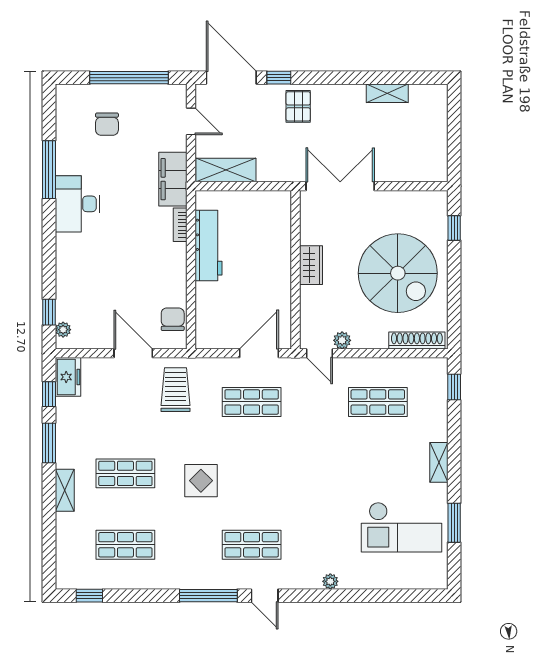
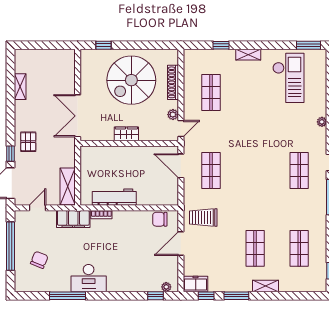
pallet: (298, 106) -> (28, 142), turned 90
chair: (107, 124) -> (39, 260), turned -68
spiral stairs: (398, 273) -> (131, 80), turned 180
shoe rack: (417, 340) -> (173, 82), moved
window: (454, 387) -> (221, 45), moved
display table: (201, 481) -> (260, 202), removed
window: (454, 523) -> (309, 45), moved

